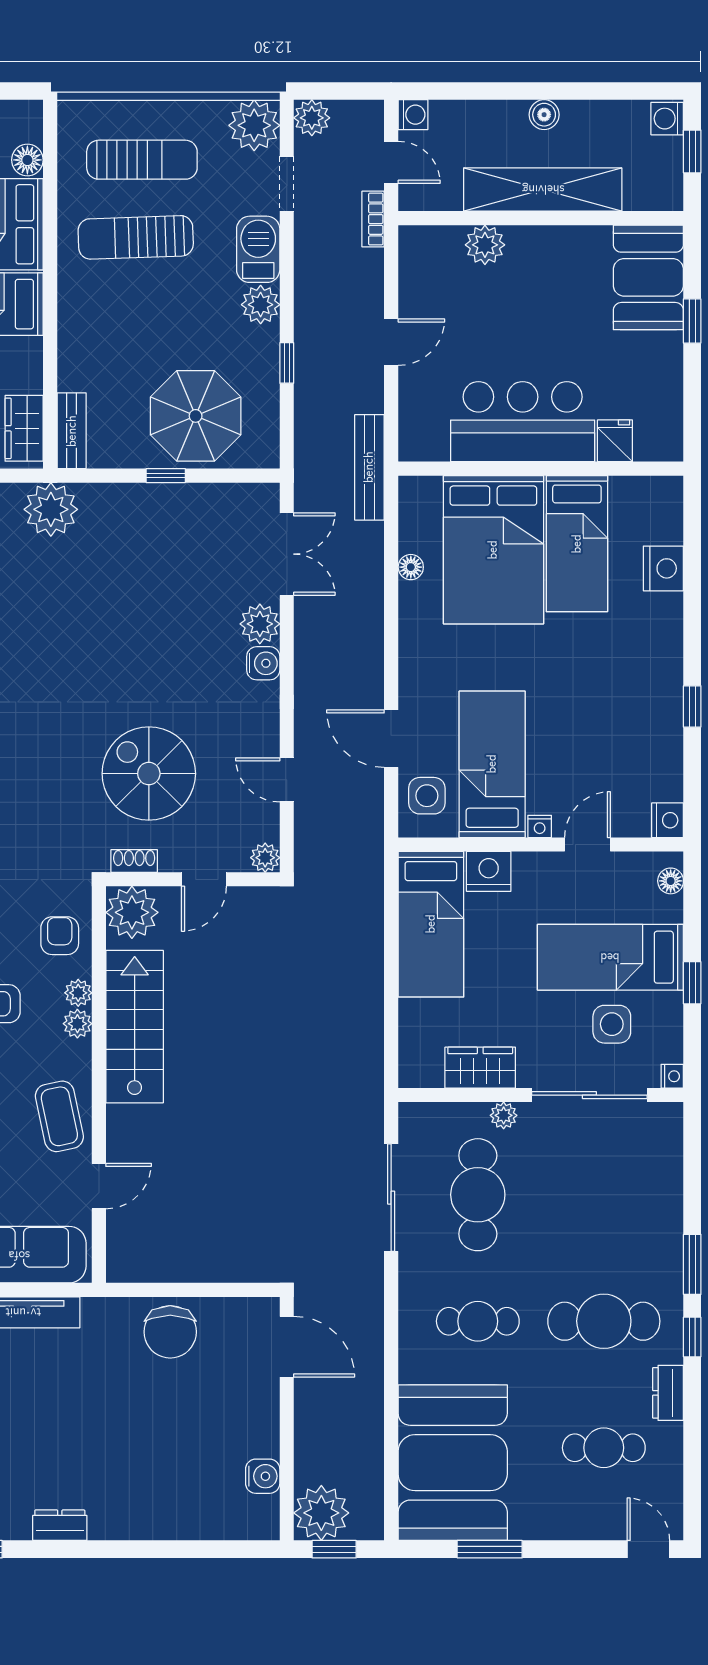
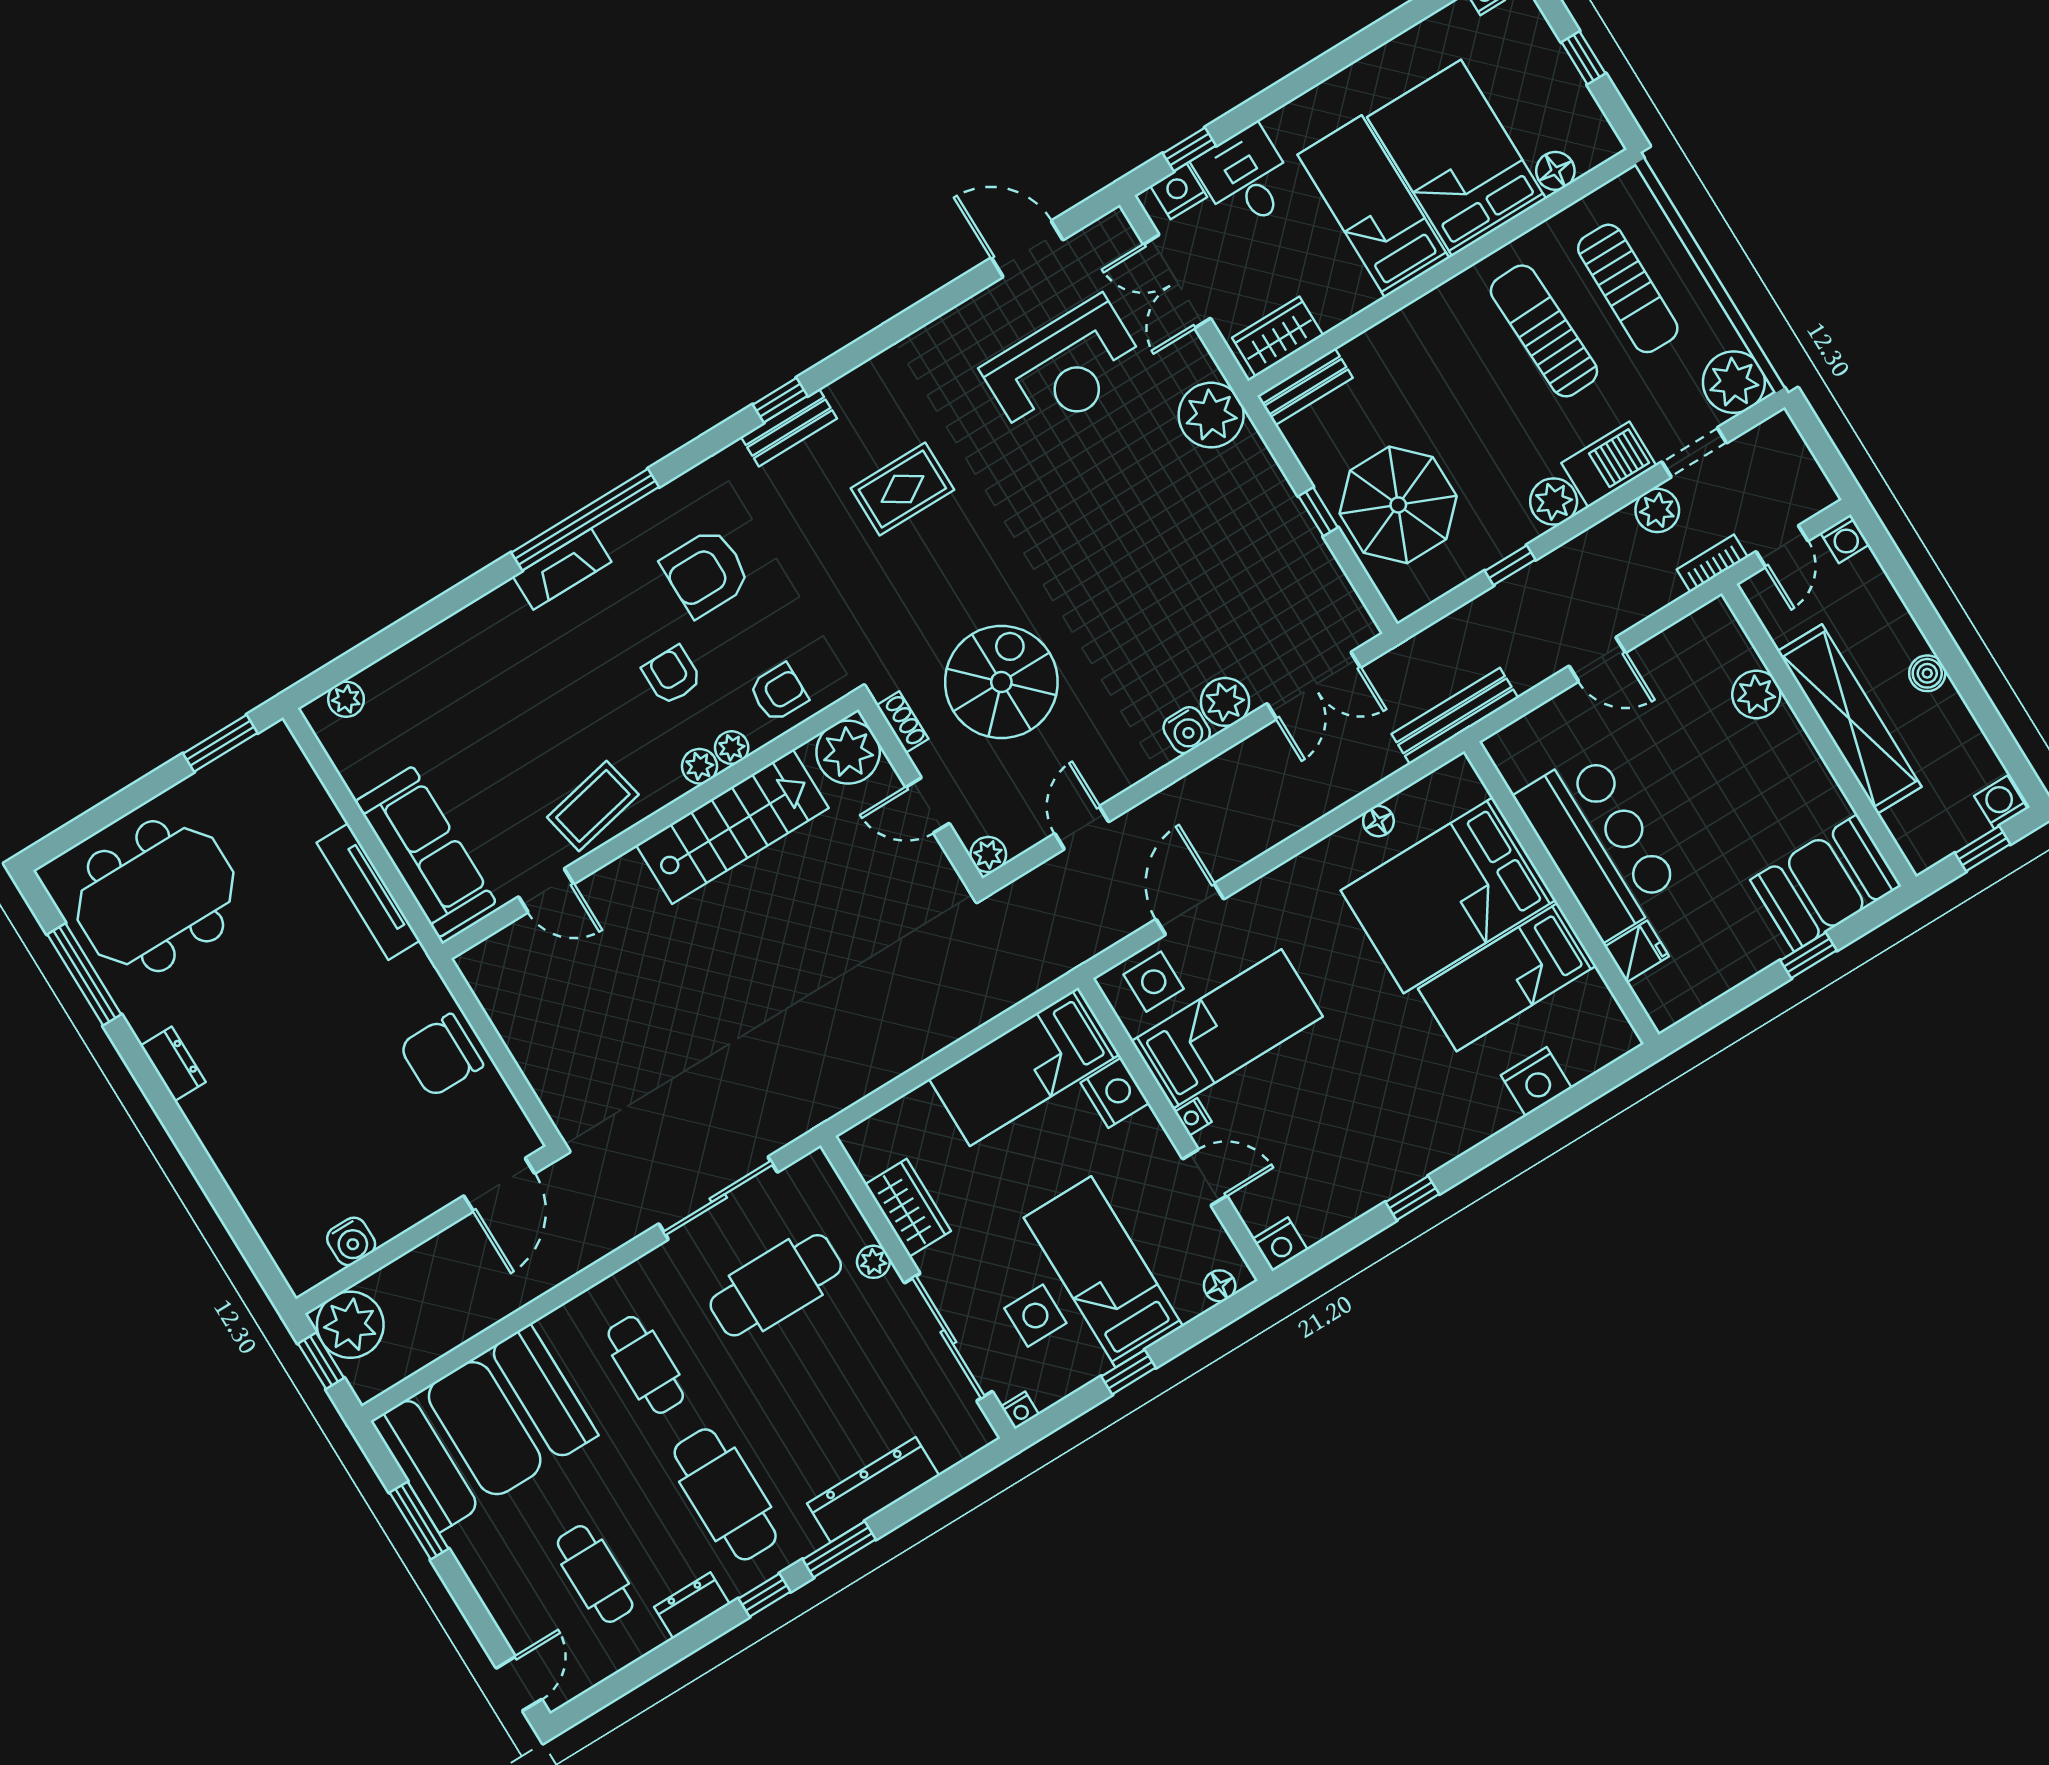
plant: (312, 118) -> (1657, 510), moved
dresser: (665, 1214) -> (873, 1490), added

